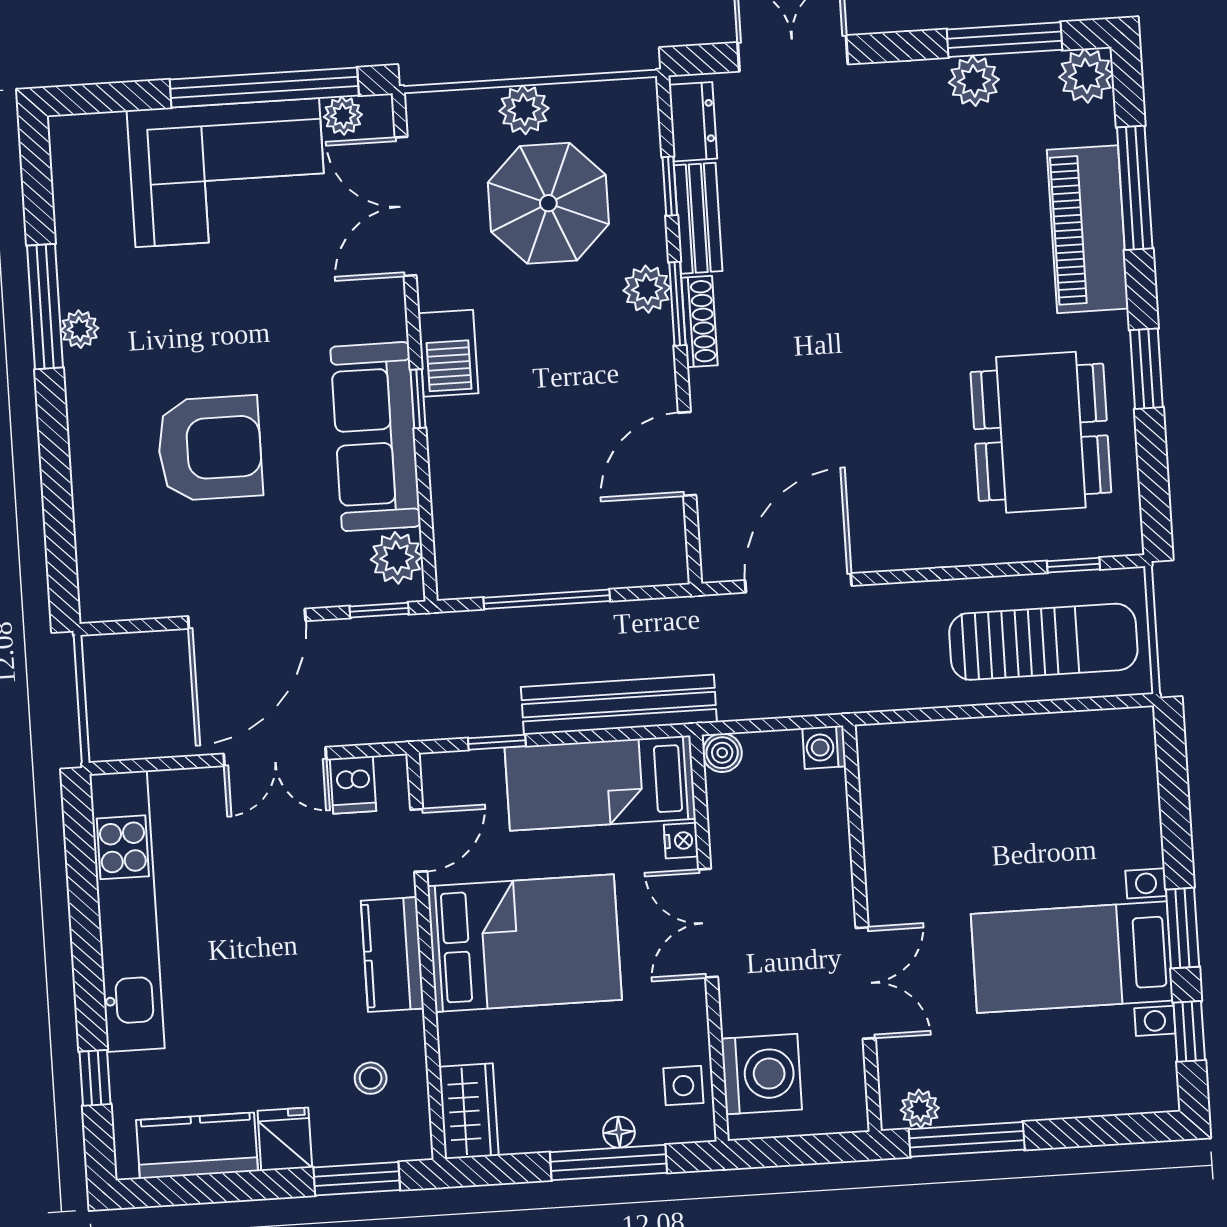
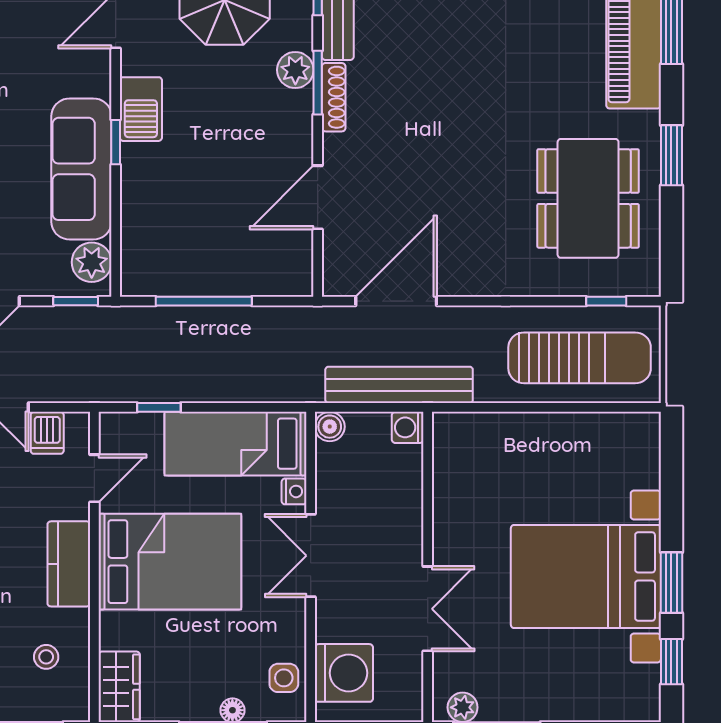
bench: (619, 705) -> (399, 385), moved
bed with nightstands: (1072, 957) -> (586, 577), width x1.36

